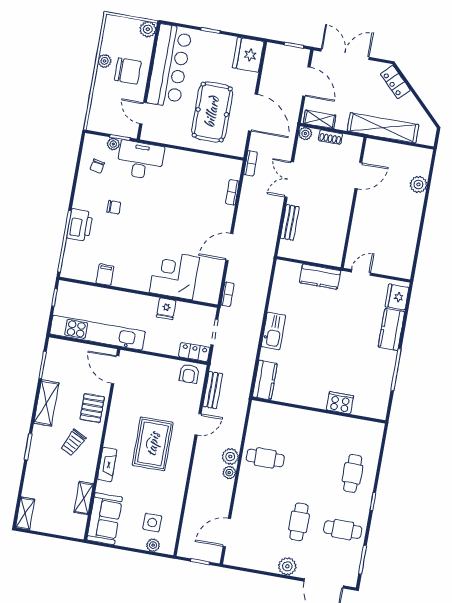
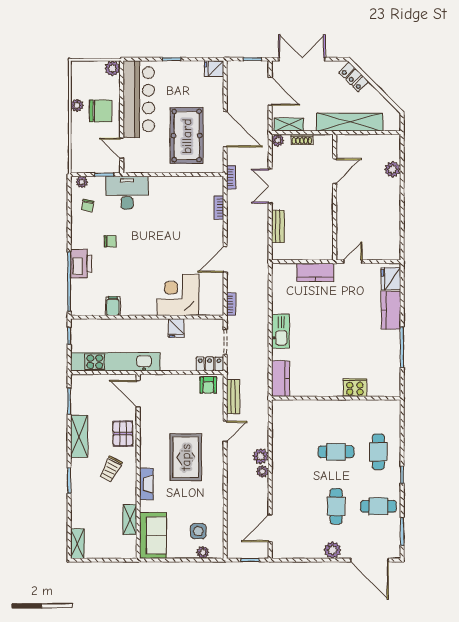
fridge: (248, 55) -> (214, 69), width x0.53, depth x0.75
plant: (113, 144) -> (82, 182), moved
cafe table: (265, 458) -> (336, 452), moved

